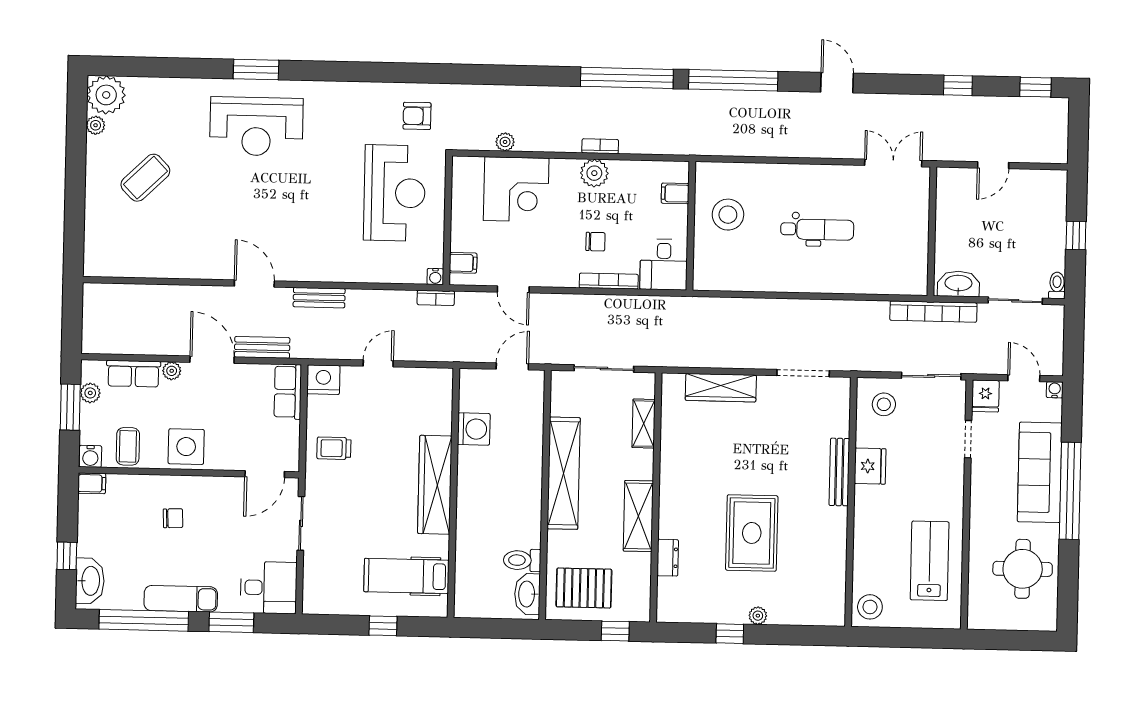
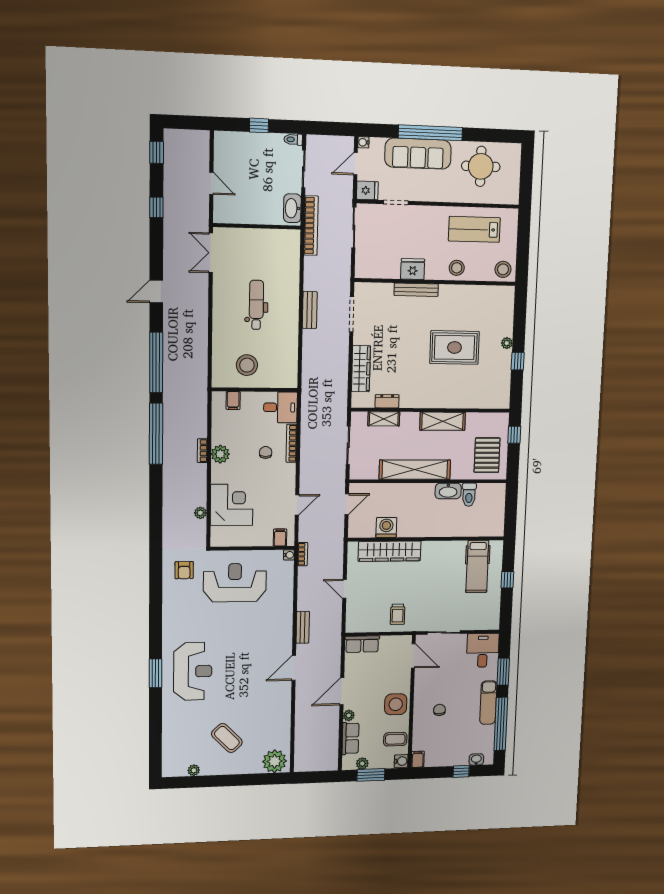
plant: (106, 95) -> (275, 761), moved
bench: (262, 347) -> (310, 310), moved
door: (512, 366) -> (347, 504), swing flipped
nightstand: (323, 380) -> (355, 623), removed
stool: (884, 404) -> (457, 268), moved
wardrobe: (435, 485) -> (390, 551), moved
dresser: (668, 558) -> (387, 401), moved
washbasin: (90, 581) -> (476, 759), width x0.52, depth x0.69
washbasin: (527, 594) -> (448, 491), moved

